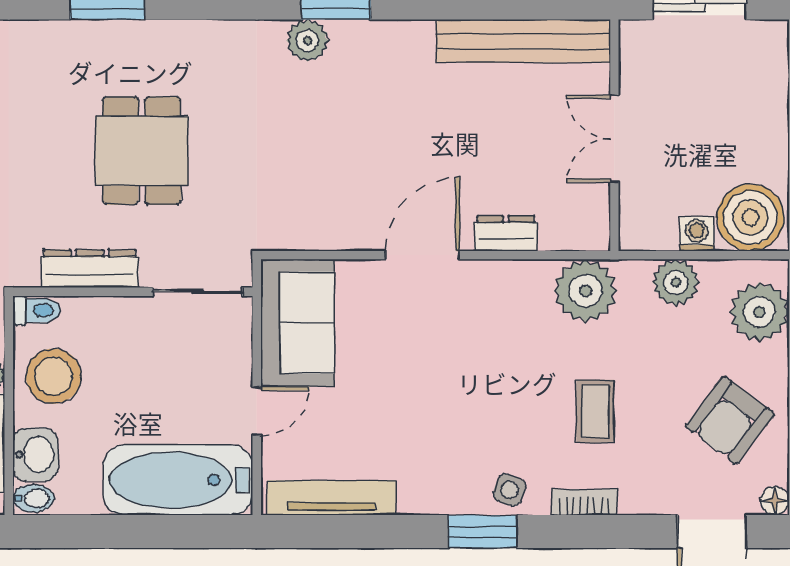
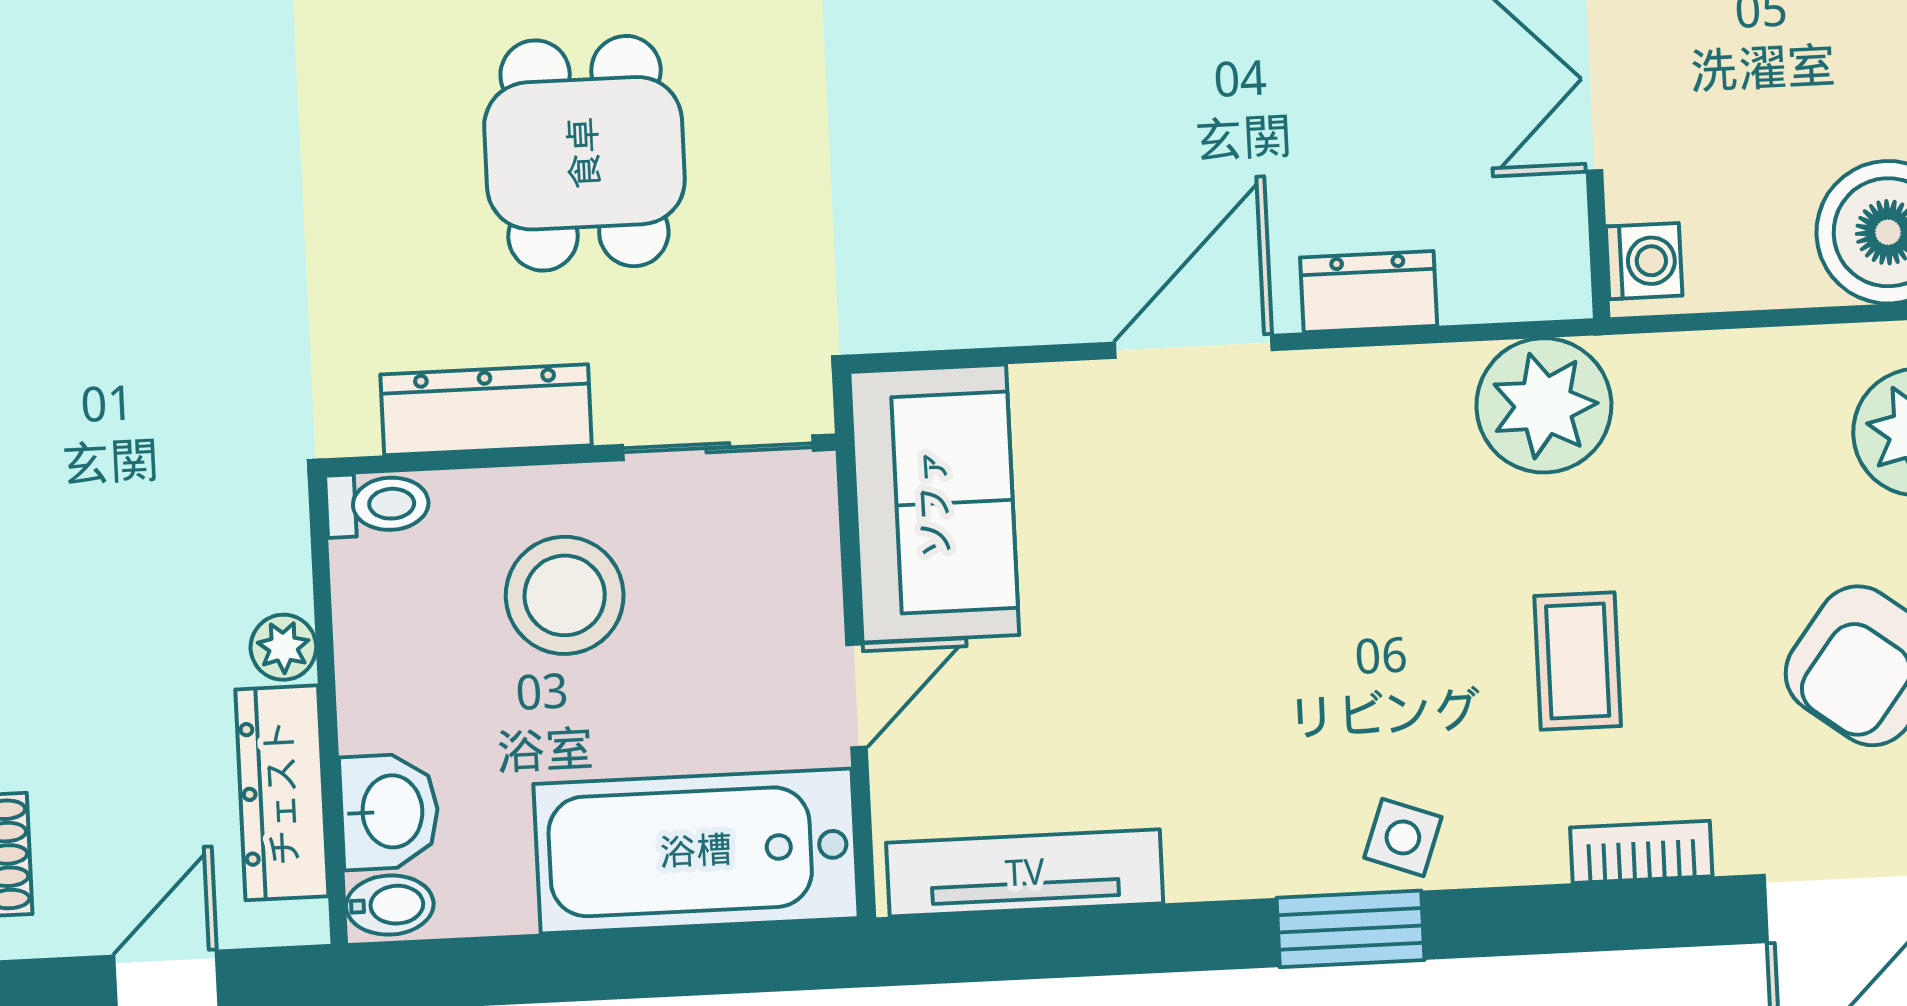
washing machine: (697, 234) -> (1644, 261), moved, turned 90
plant: (676, 282) -> (1736, 378), removed
stool: (54, 376) -> (565, 595), moved
bookcase: (584, 502) -> (1641, 852), moved

